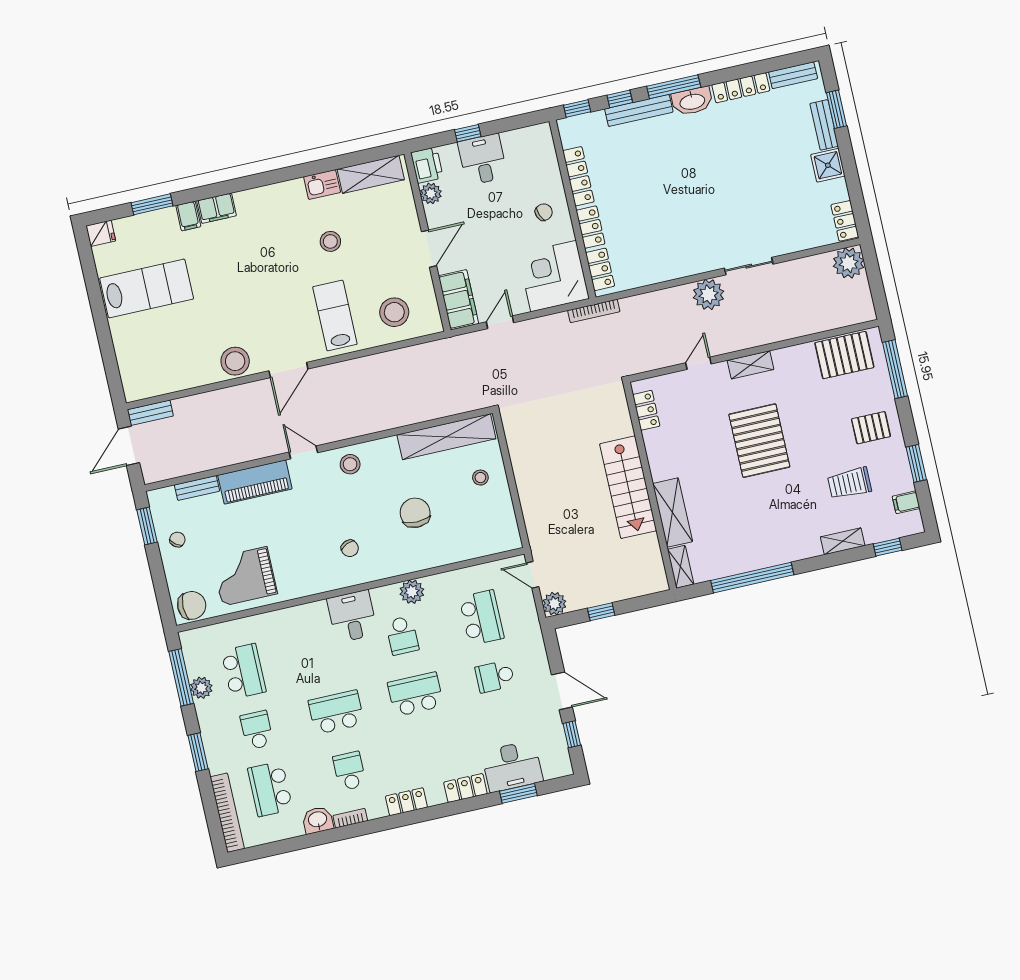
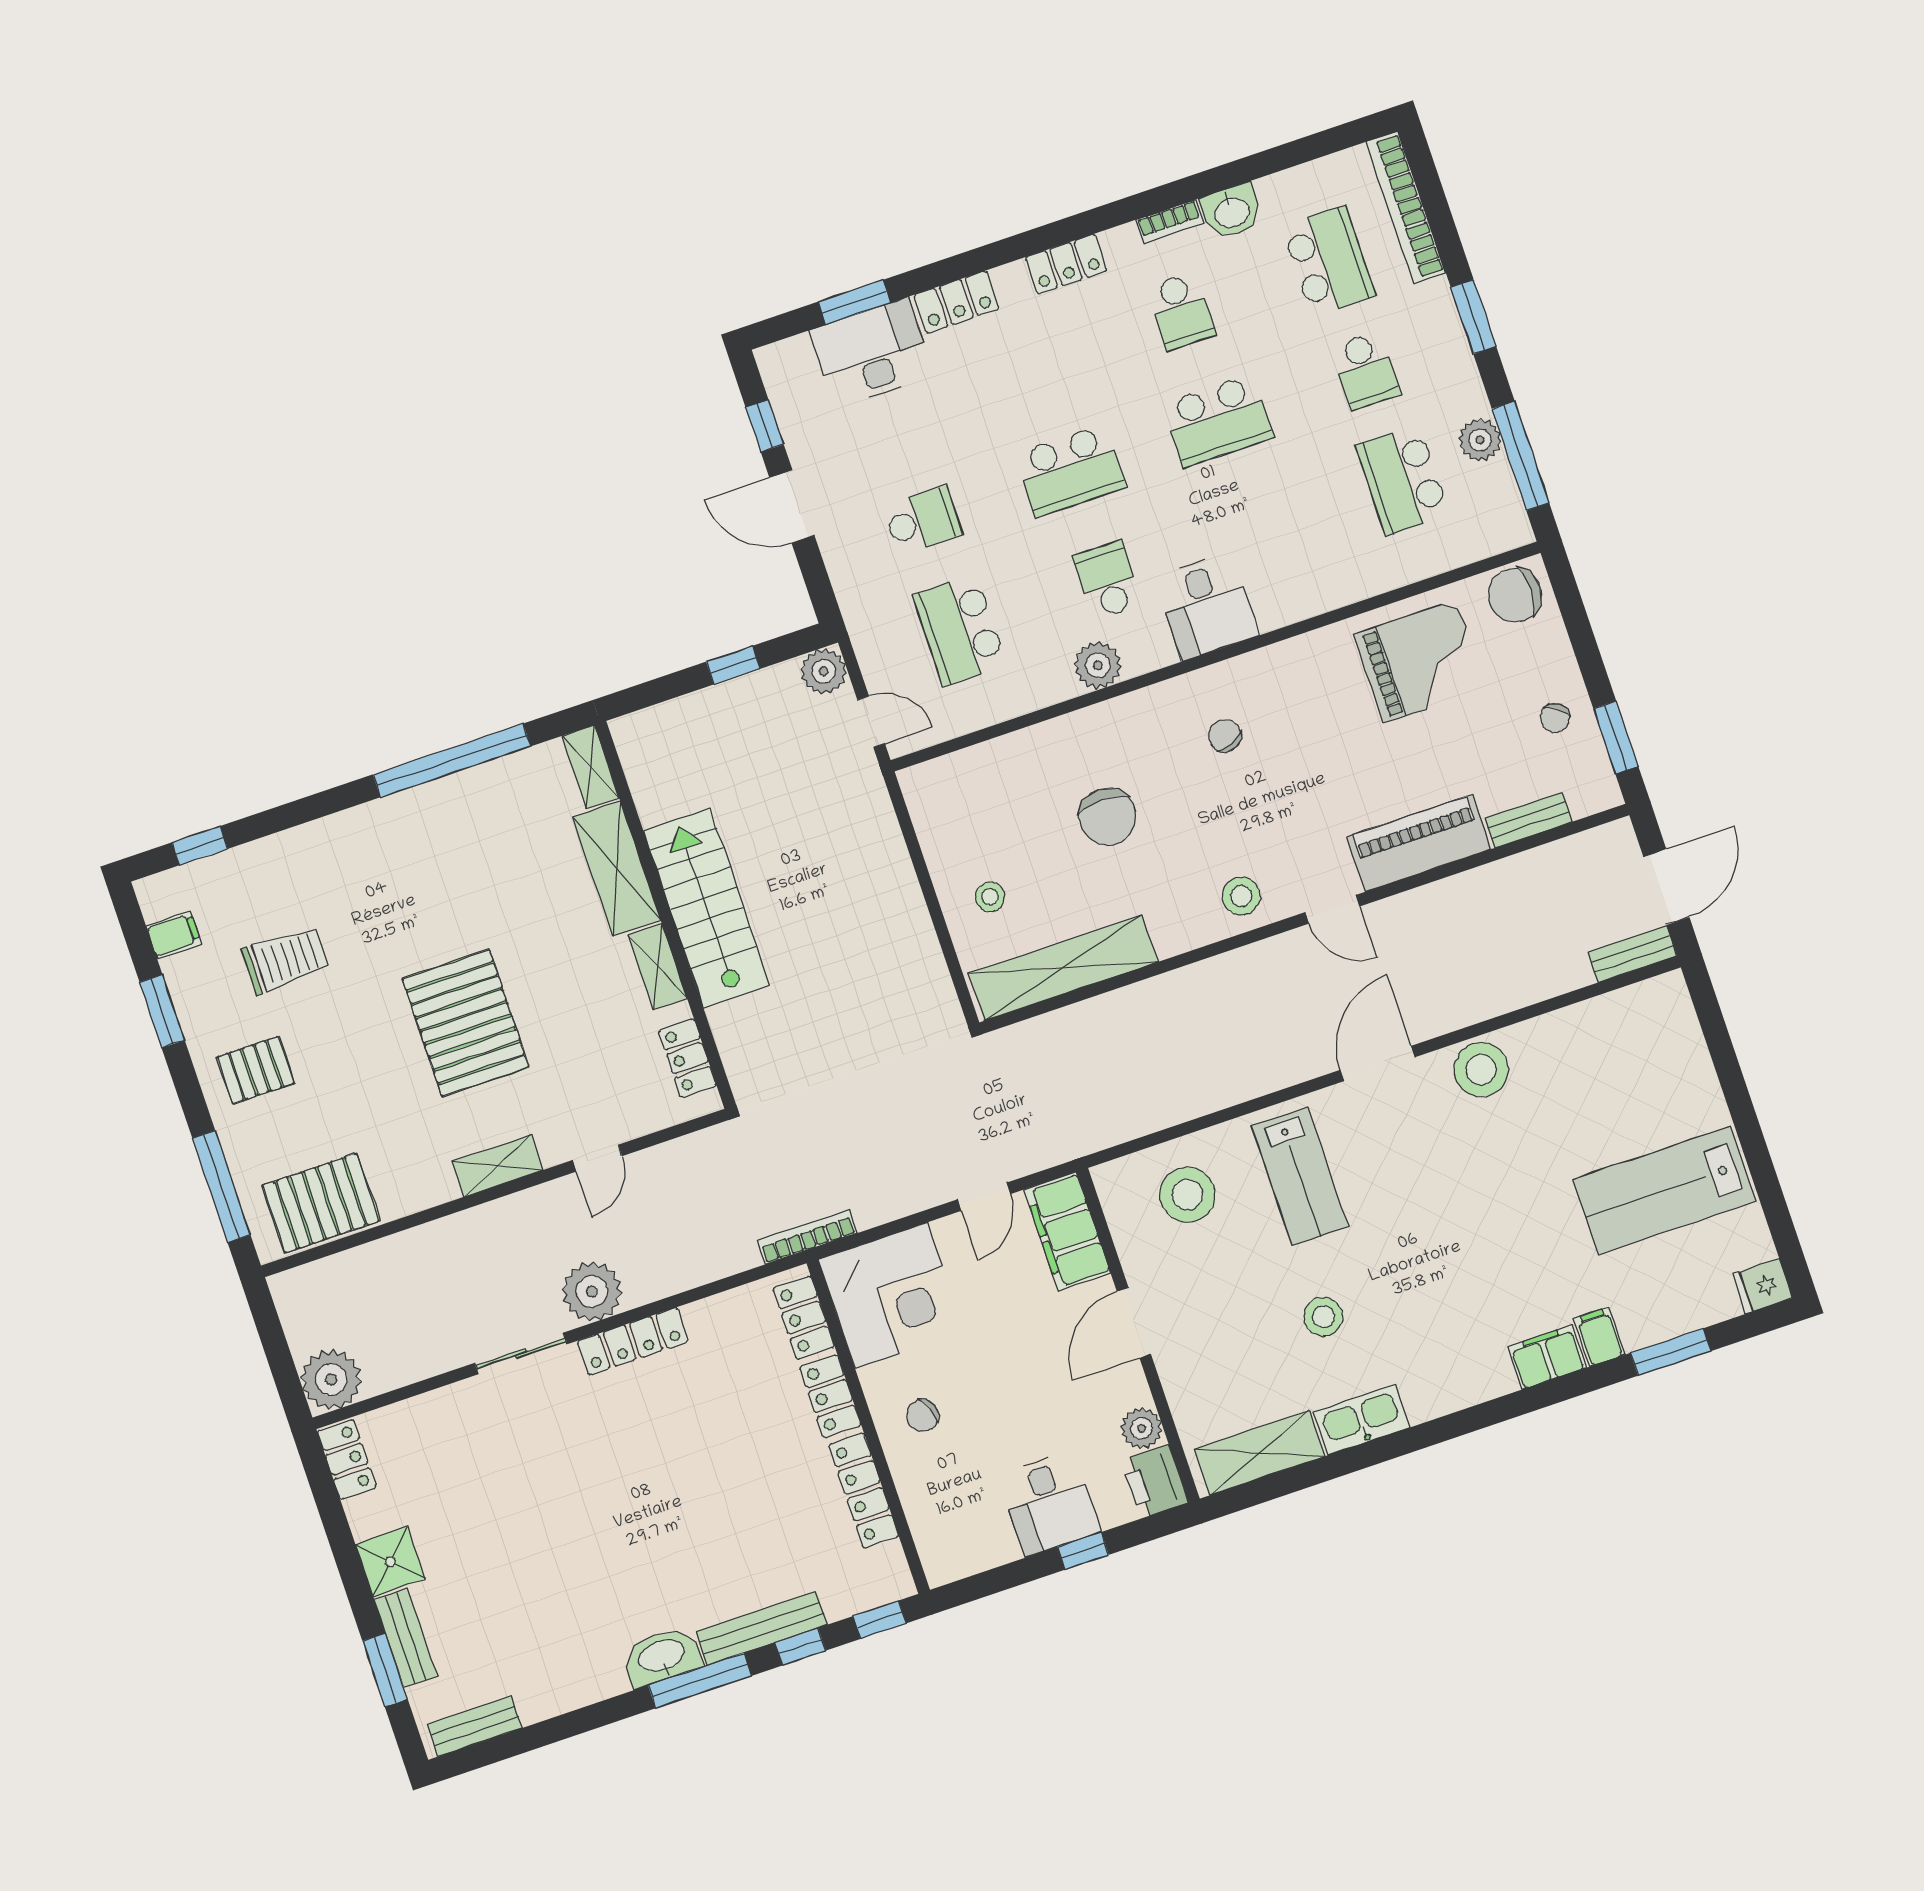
locker: (741, 88) -> (633, 1341), moved, turned 180
kitchen sink: (322, 185) -> (1362, 1420), width x1.38
shelving: (843, 541) -> (658, 967), moved, turned 90

